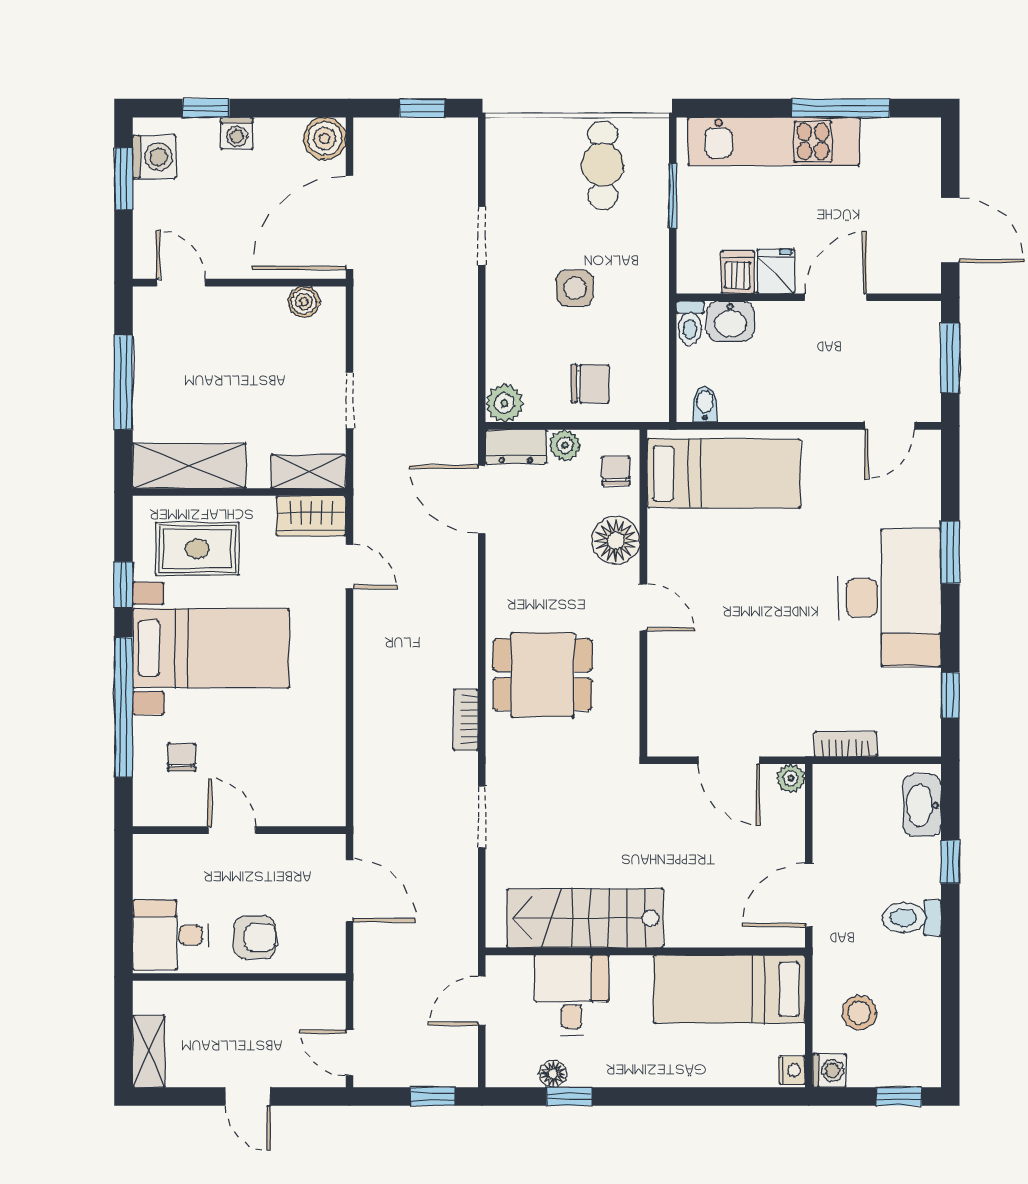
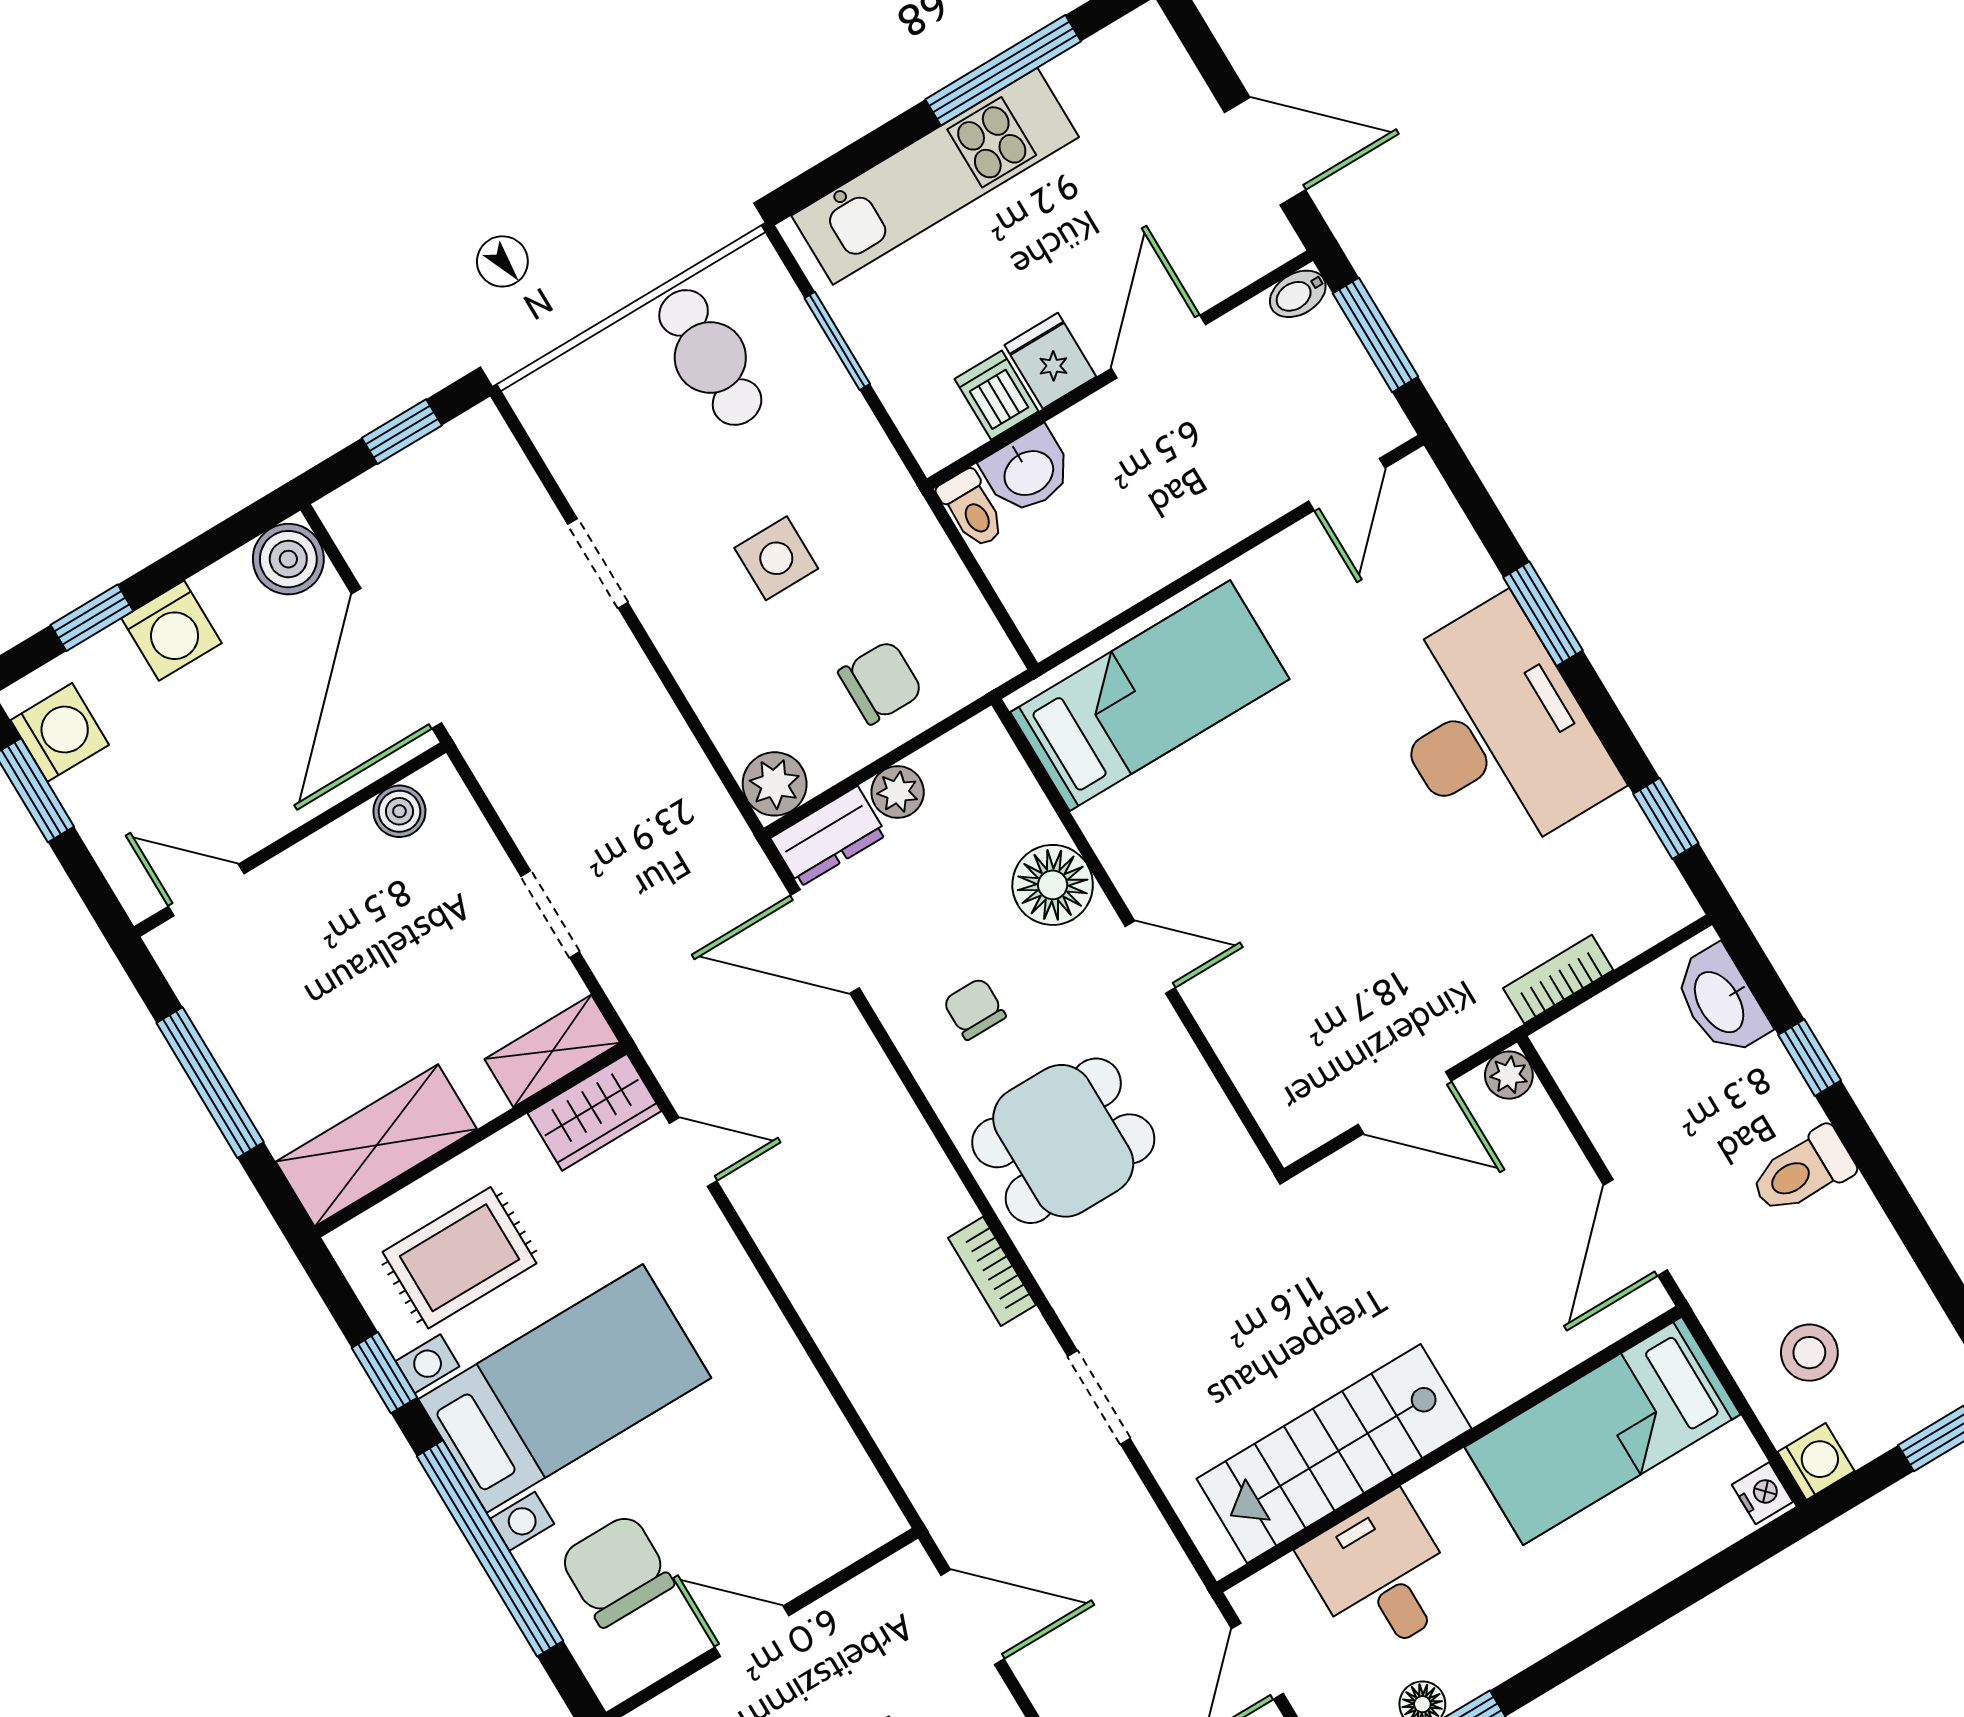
washing machine: (237, 133) -> (172, 631), width x1.38, depth x1.38
bidet: (705, 404) -> (1298, 294), moved, turned -90
chair: (616, 471) -> (974, 1009), moved
chair: (182, 757) -> (617, 1570), width x1.87, depth x1.87

